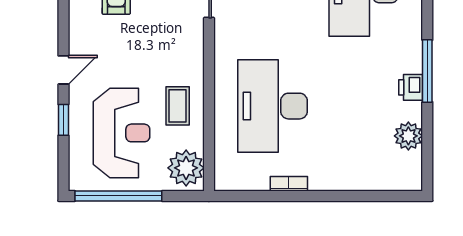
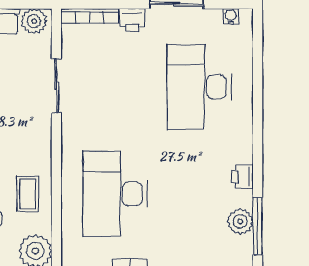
window: (427, 71) -> (258, 226), moved

